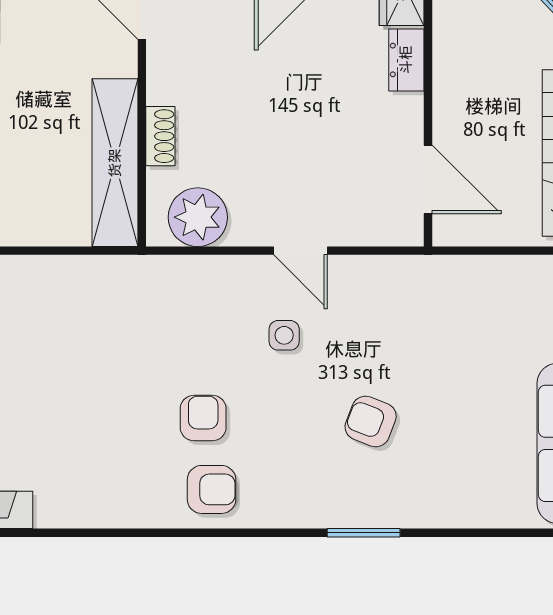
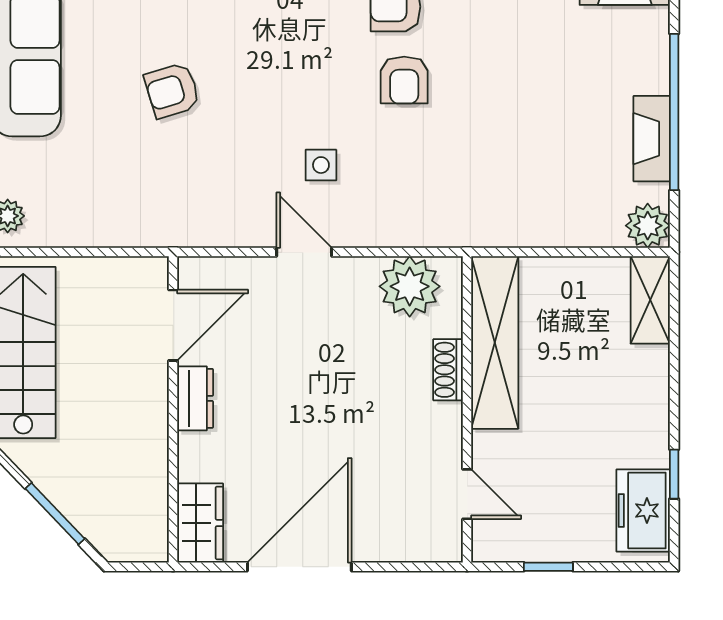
dresser: (406, 60) -> (195, 398), moved
door: (428, 180) -> (173, 325), swing flipped
armchair: (371, 421) -> (172, 90), moved, turned 142

